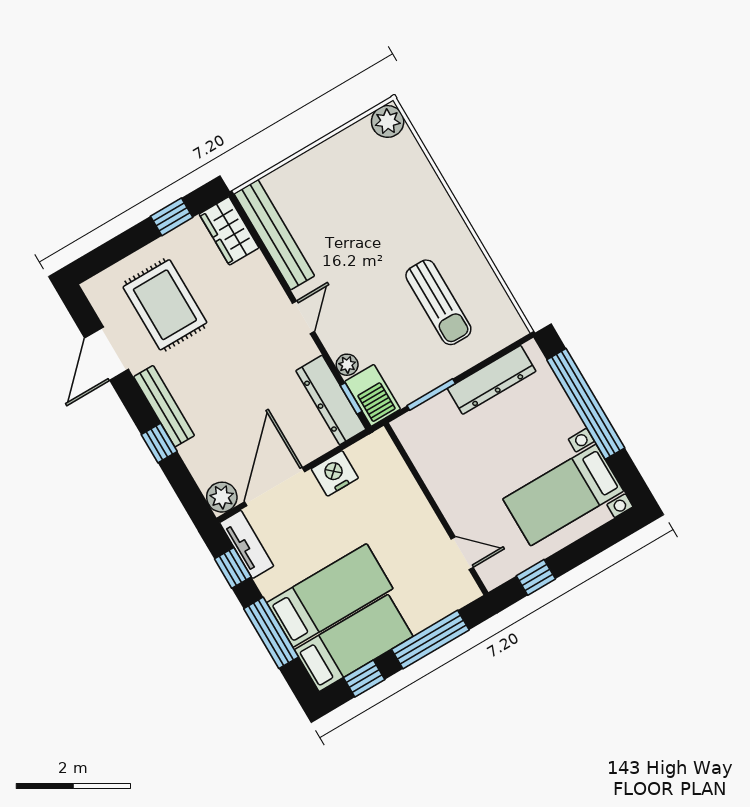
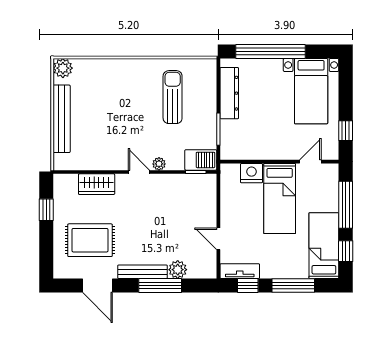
wardrobe: (229, 231) -> (97, 184), moved
bench: (274, 235) -> (62, 119), moved, turned 90
sun lounger: (438, 302) -> (173, 97), turned -90
plant: (347, 365) -> (159, 164), moved
dresser: (331, 400) -> (190, 183), removed
window: (159, 443) -> (160, 286), width x2.17
nightstand: (335, 473) -> (251, 173), moved, turned 90
door: (275, 487) -> (218, 239), width x0.53
plant: (222, 497) -> (178, 270), moved
bed: (330, 596) -> (280, 199), moved, turned 180

